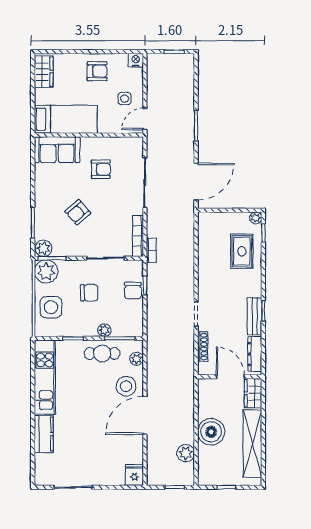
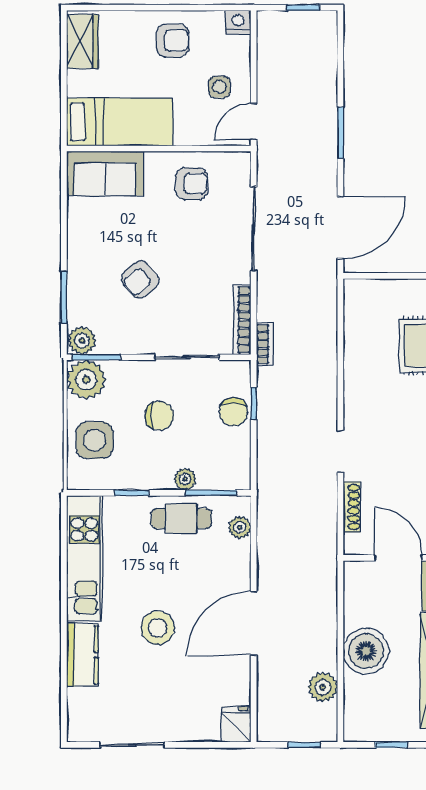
armchair: (101, 169) -> (192, 184), moved
stool: (126, 386) -> (158, 628), moved

